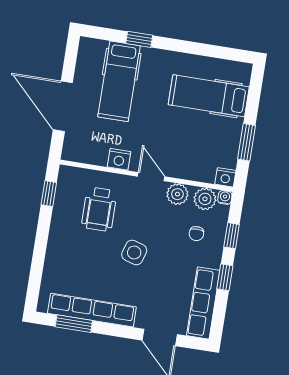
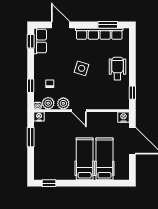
window: (139, 39) -> (49, 183), moved
hospital bed: (209, 96) -> (85, 159), moved, turned -90
nightstand: (119, 159) -> (124, 117), moved
wheelchair: (99, 209) -> (117, 68), moved
window: (225, 277) -> (31, 41), moved
row of seats: (203, 303) -> (40, 41), width x0.68

